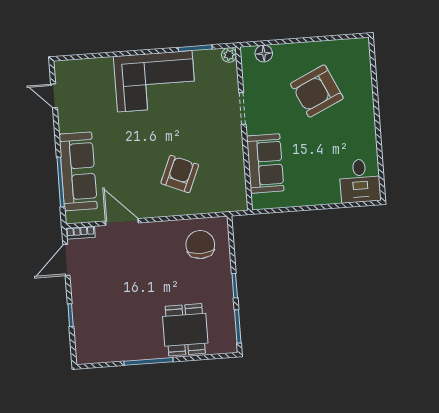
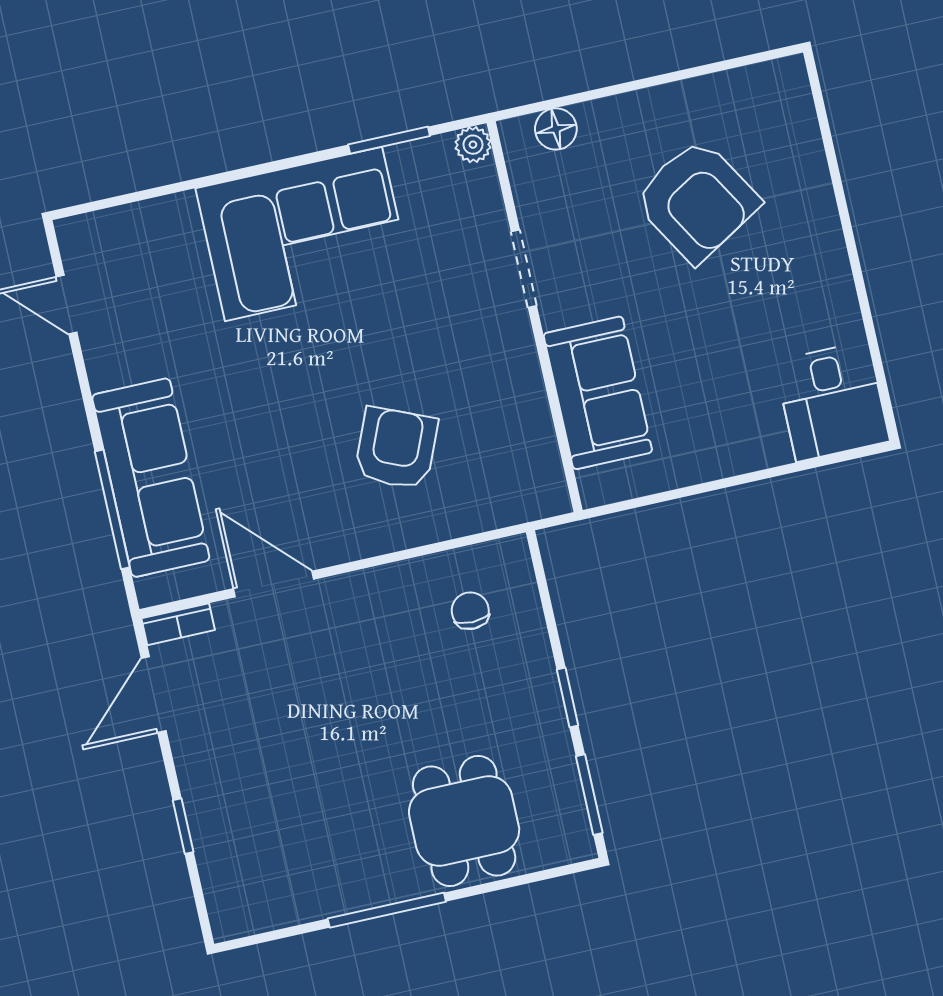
armchair: (317, 91) -> (697, 201), turned -96
chair: (200, 245) -> (470, 611), width x0.54, depth x0.54

